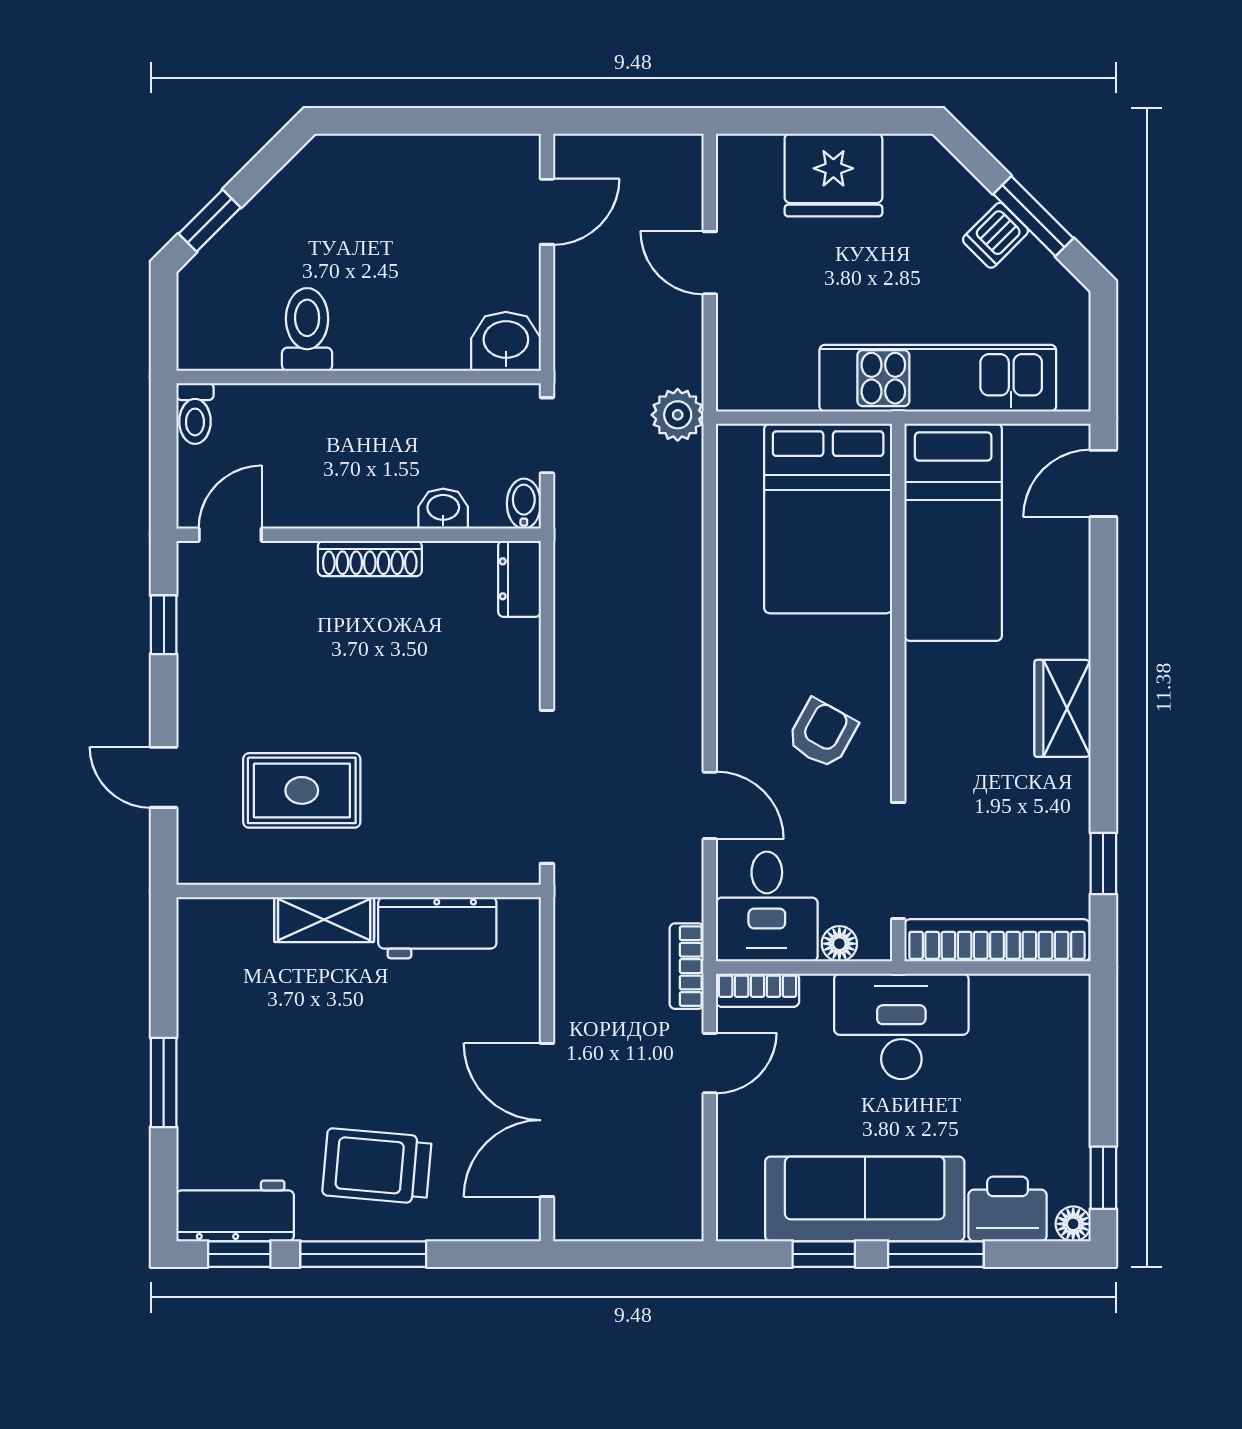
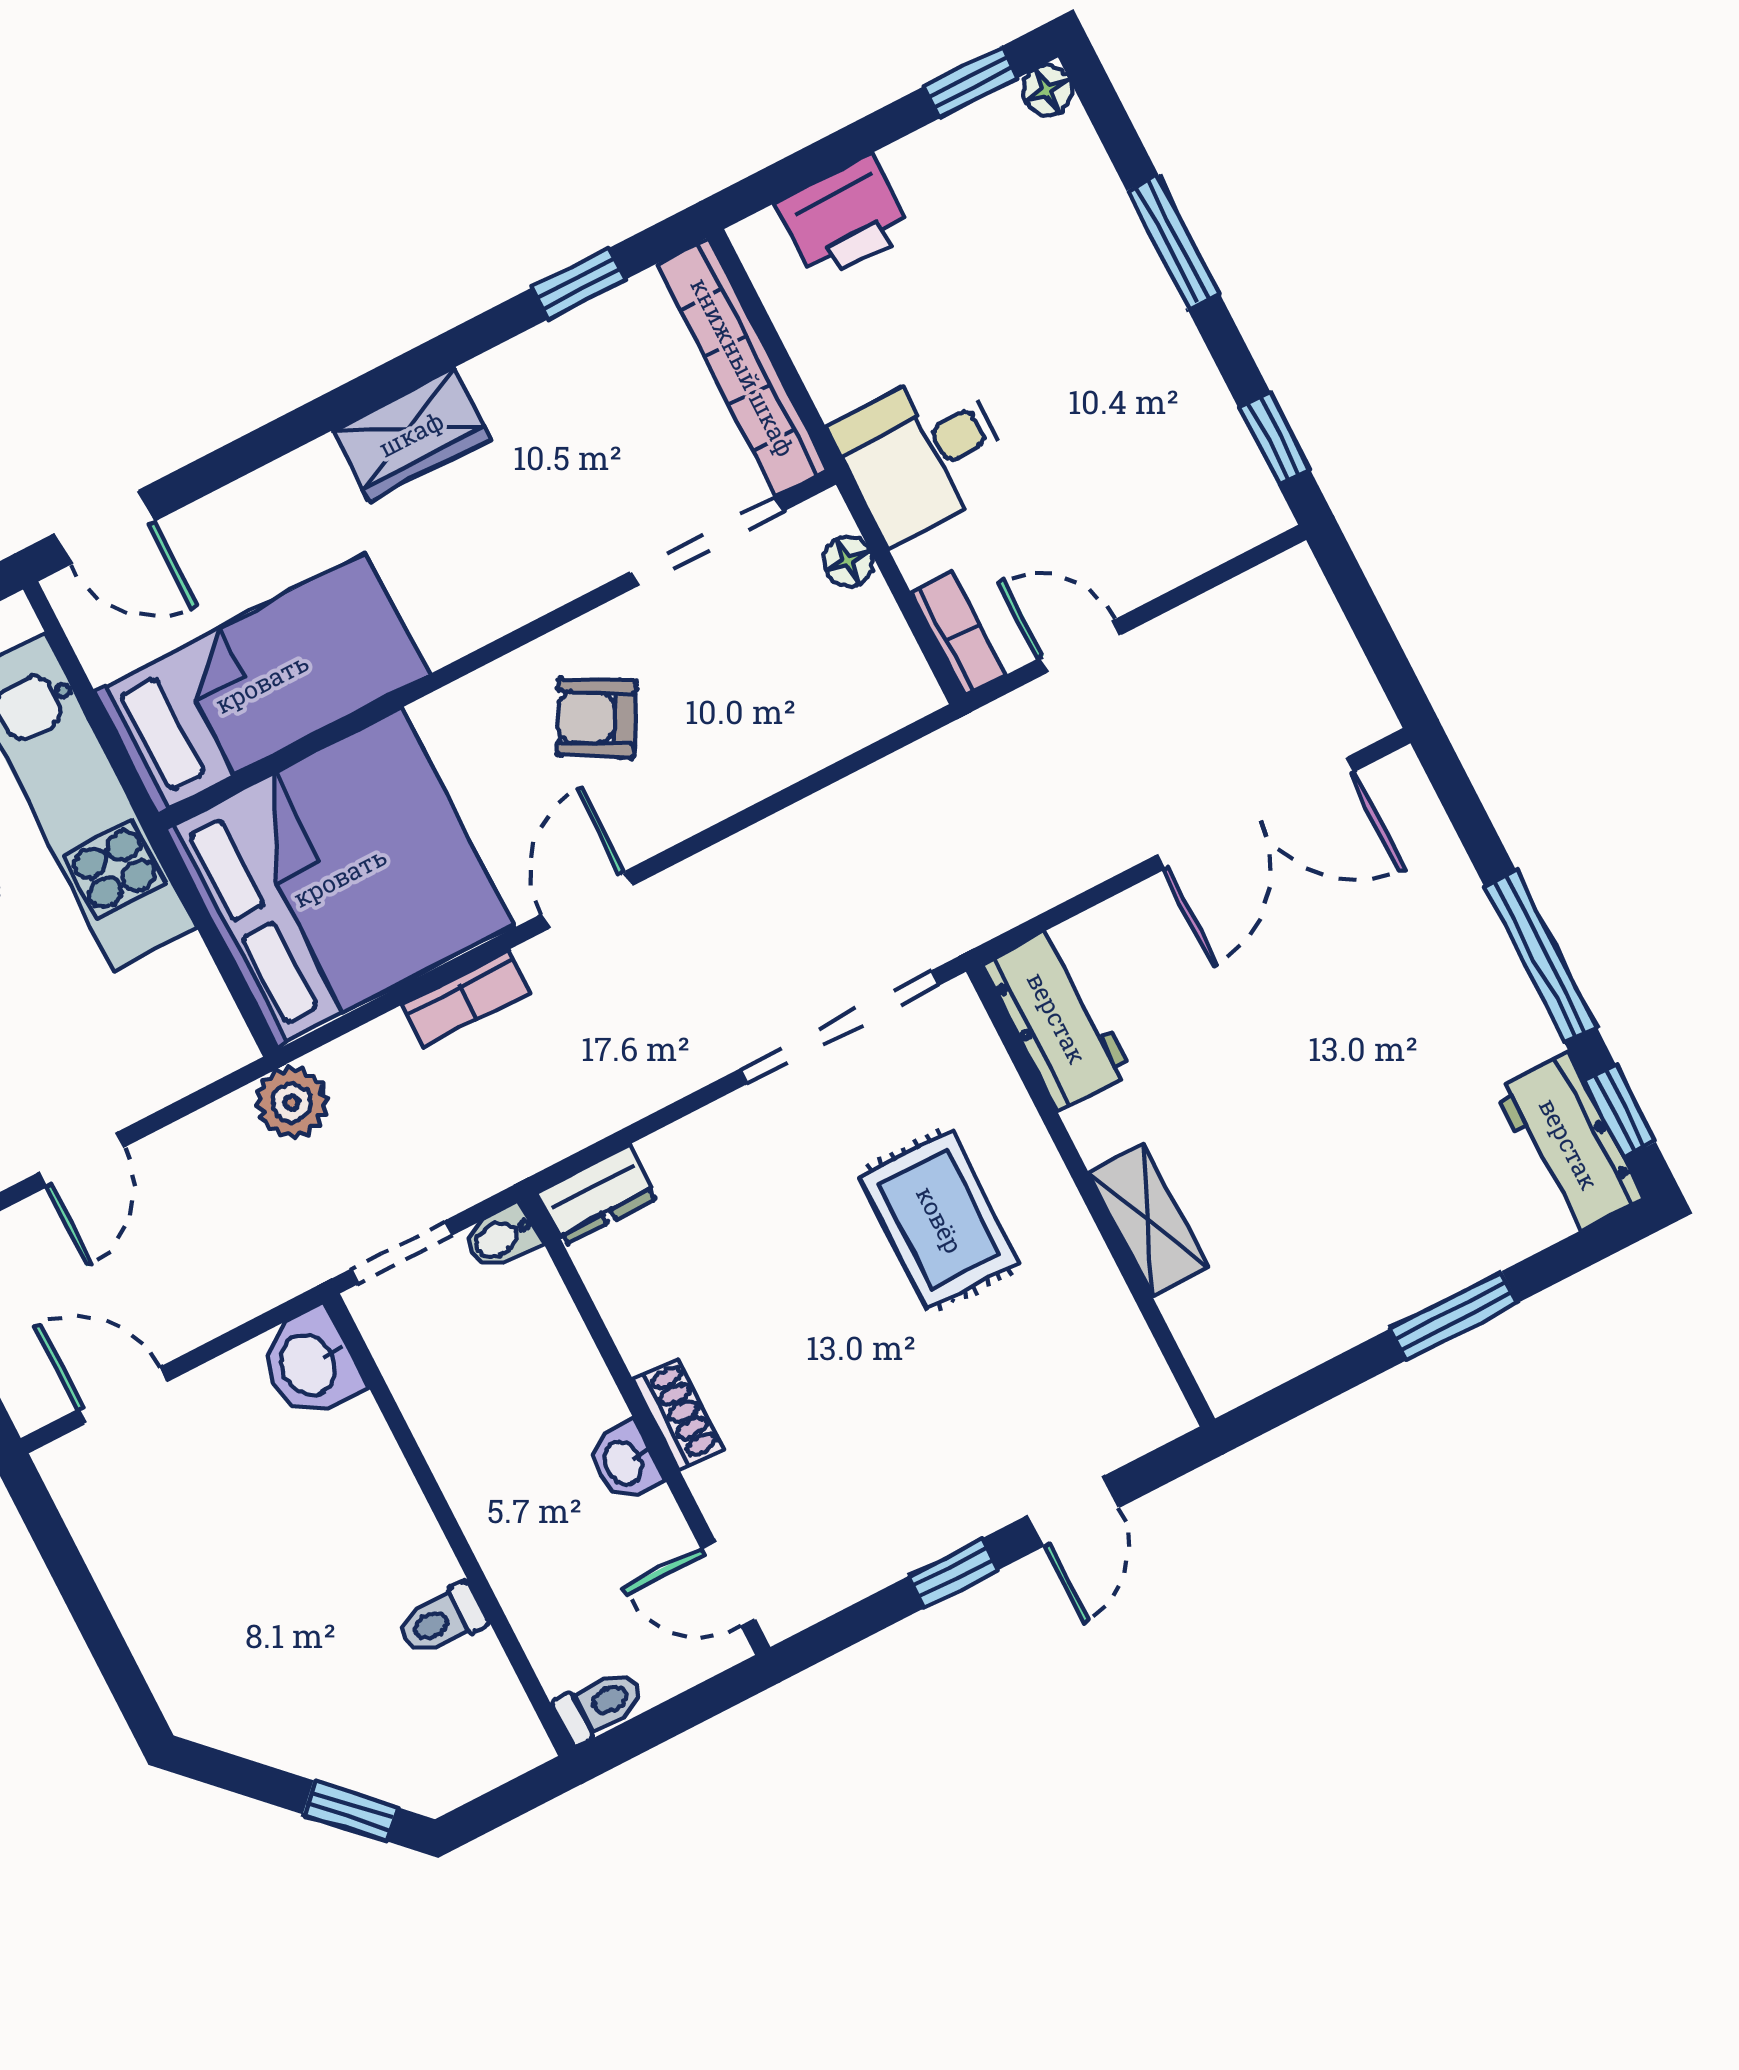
toilet: (307, 329) -> (442, 1621), width x0.73, depth x0.72
washbasin: (443, 509) -> (625, 1462), moved
bed: (828, 518) -> (340, 877), width x1.36
shoe rack: (370, 558) -> (678, 1414), width x0.70
window: (164, 625) -> (953, 1573), moved
rug: (302, 790) -> (940, 1220), moved
door: (710, 805) -> (587, 900), moved
desk: (767, 906) -> (848, 676), removed
workbench: (437, 928) -> (1057, 1018), moved
bookcase: (687, 966) -> (466, 998), moved
desk: (901, 1026) -> (923, 454), width x0.73
trolley: (377, 1166) -> (1422, 996), removed
sofa: (865, 1199) -> (1150, 366), removed
printer: (1008, 1209) -> (845, 218), moved, turned -90
window: (824, 1254) -> (1274, 438), moved

